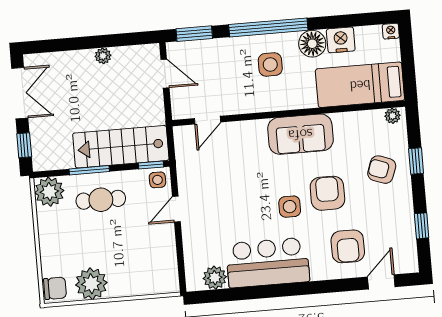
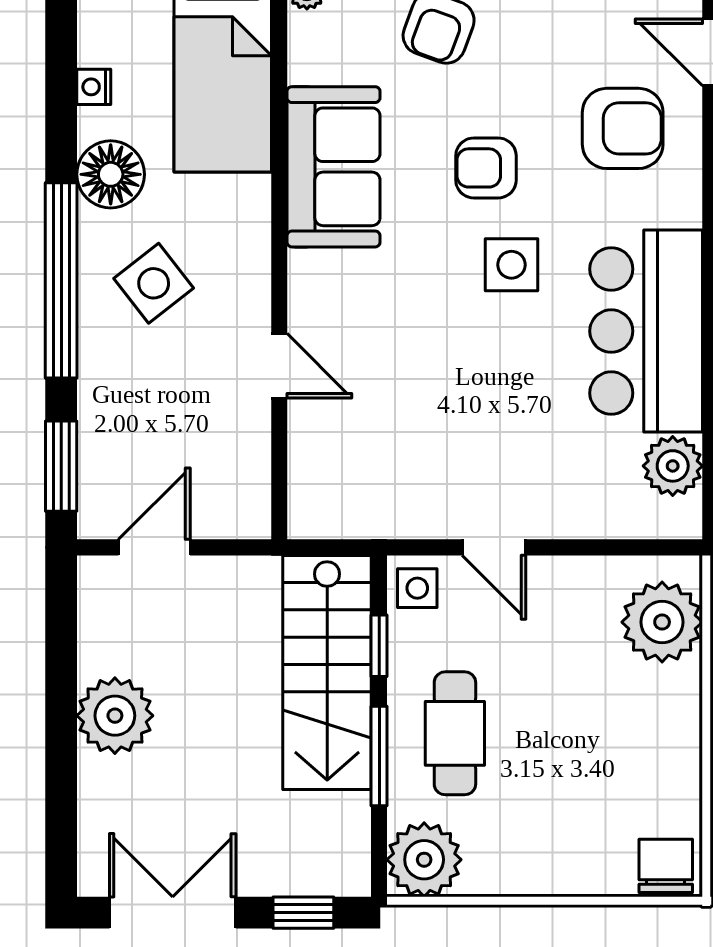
nightstand: (341, 40) -> (94, 87), width x0.53, depth x0.56
plant: (103, 56) -> (115, 716), width x1.88, depth x1.88
side table: (270, 64) -> (154, 283), turned -38
door: (207, 120) -> (279, 366), moved
sofa: (300, 134) -> (334, 167), moved
window: (151, 165) -> (379, 646), moved
armchair: (327, 193) -> (486, 168), width x0.72, depth x0.72
plant: (91, 284) -> (662, 622), moved

